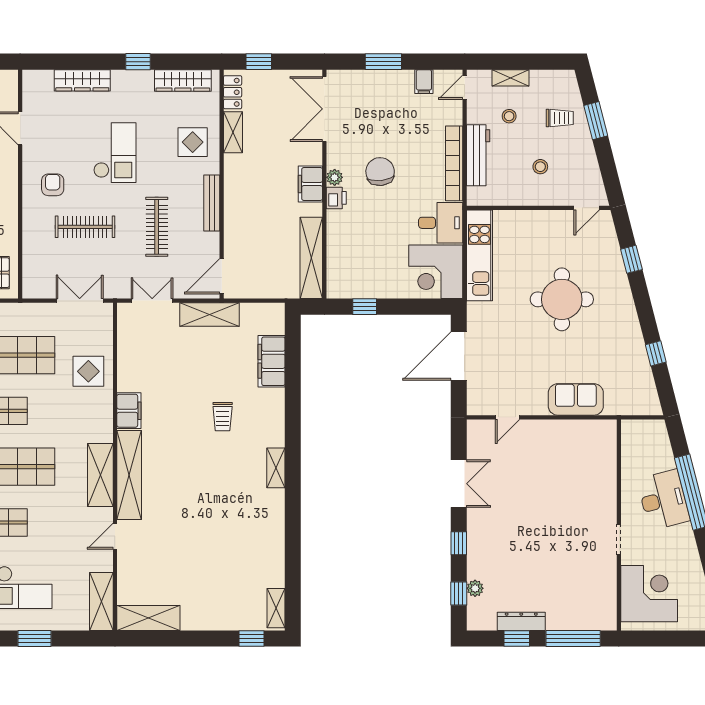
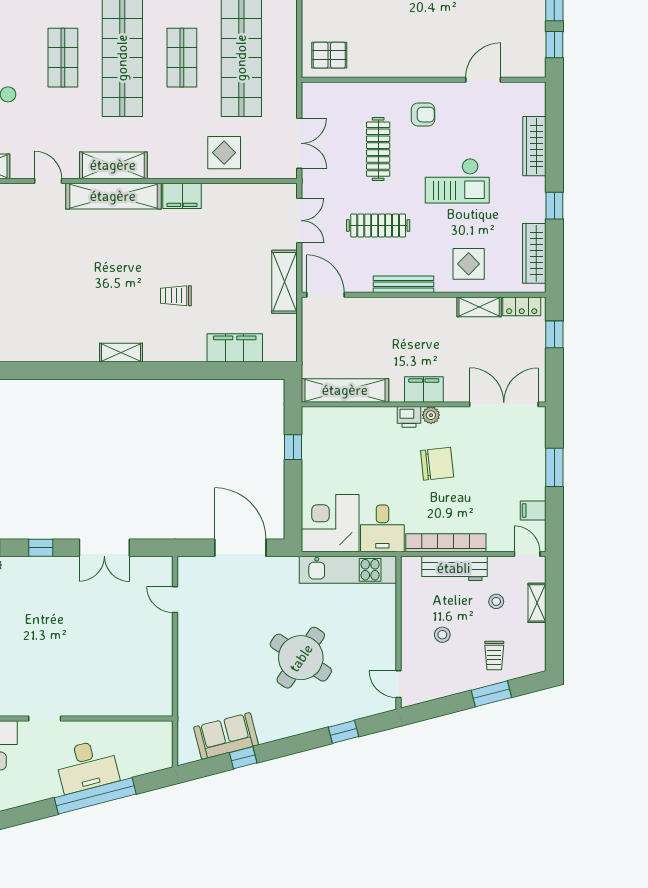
round table: (562, 299) -> (301, 658), turned 34
sofa: (576, 399) -> (226, 736), moved, turned -104

